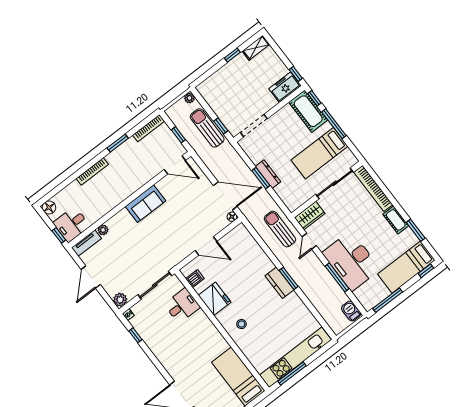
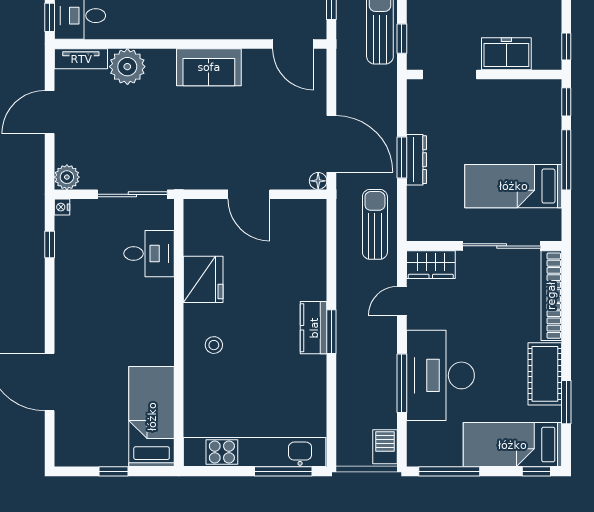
freezer: (285, 87) -> (506, 54), moved
cot: (308, 111) -> (543, 114), removed
cot: (396, 220) -> (545, 374), width x1.37, depth x1.34
sun lounger: (280, 229) -> (375, 224), moved
plant: (103, 230) -> (127, 67), width x1.87, depth x1.87
dishwasher: (195, 279) -> (197, 229), removed
window: (292, 374) -> (283, 471), moved

